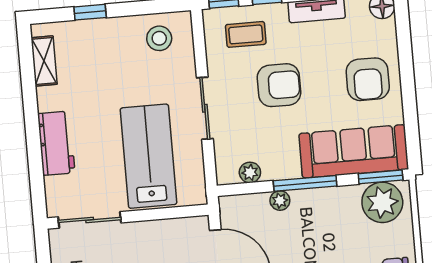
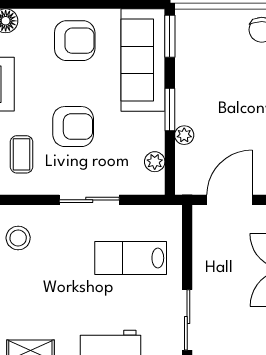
armchair: (279, 85) -> (73, 127), turned 90
lab bench: (148, 156) -> (131, 258), width x0.73, depth x0.72
window: (305, 183) -> (170, 110), width x0.69
plant: (382, 202) -> (194, 37), removed

